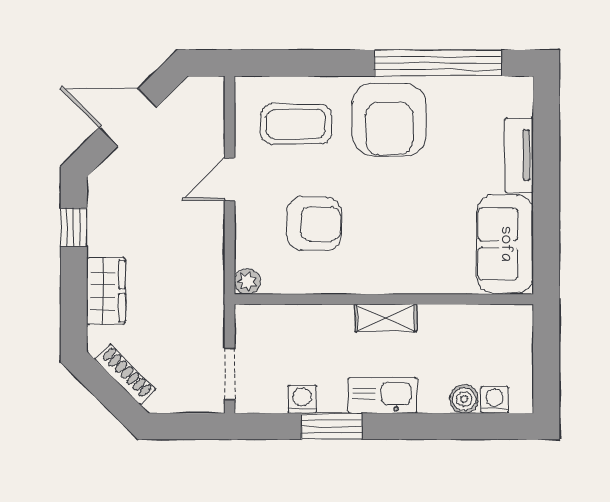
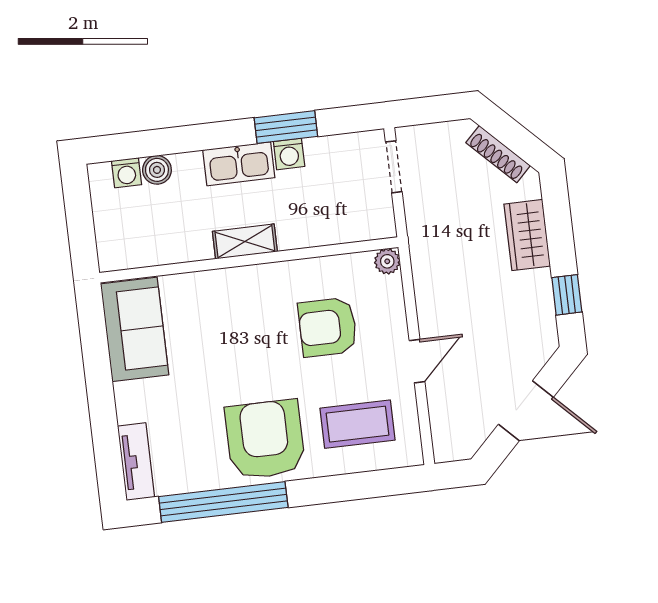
tv unit: (519, 155) -> (136, 462), moved
washing machine: (302, 399) -> (289, 154), moved

